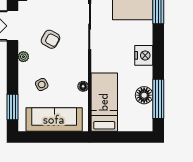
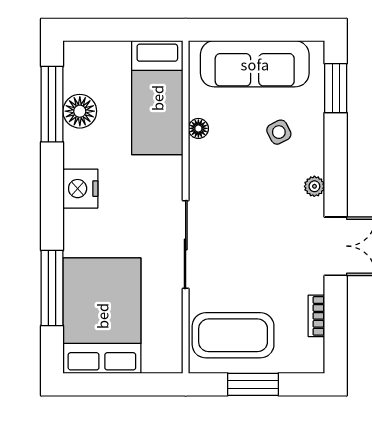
armchair: (50, 39) -> (262, 220), removed

